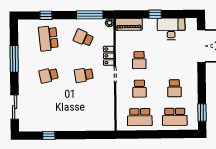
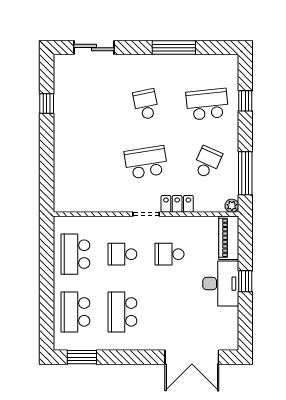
desk: (171, 29) -> (221, 284), moved
school desk: (84, 75) -> (146, 162), width x1.85
school desk: (174, 88) -> (122, 312), width x1.85

